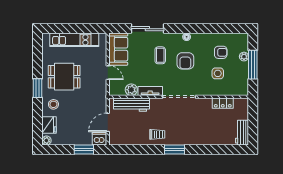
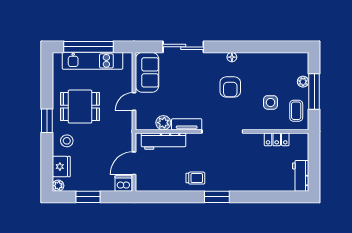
window: (71, 29) -> (89, 47), added
armchair: (221, 52) -> (274, 76), removed
coffee table: (160, 55) -> (296, 111), moved
door: (108, 73) -> (134, 102), swing flipped
window: (84, 149) -> (88, 197), moved

